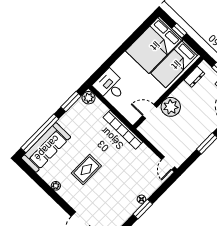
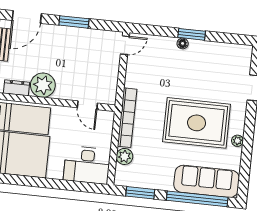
desk: (110, 86) -> (87, 165), width x1.37
plant: (88, 98) -> (125, 156), moved
plant: (171, 107) -> (43, 85), moved
rug: (86, 169) -> (197, 123), width x1.86, depth x2.06

